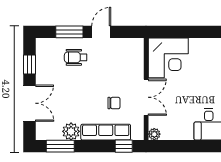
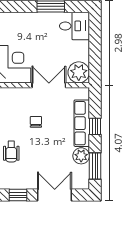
chair: (114, 103) -> (36, 122), moved
plant: (154, 134) -> (79, 72), width x1.88, depth x1.88
window: (124, 146) -> (95, 126), moved

